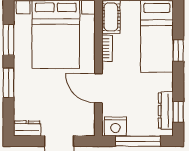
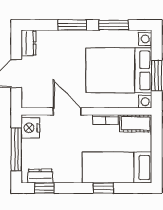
door: (98, 88) -> (67, 111), hinge flipped
dresser: (166, 111) -> (40, 176), width x0.70

